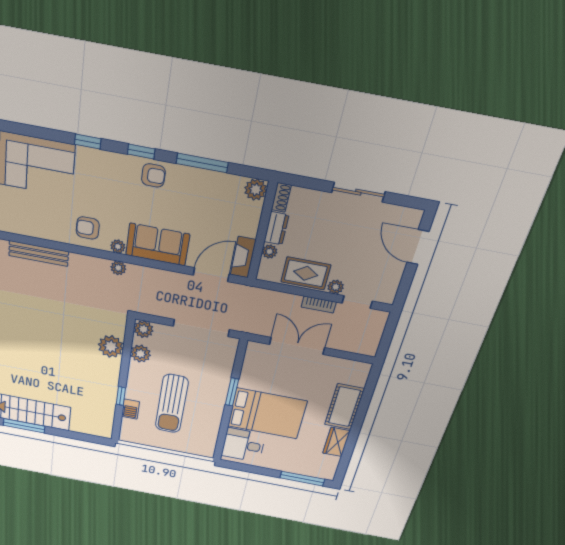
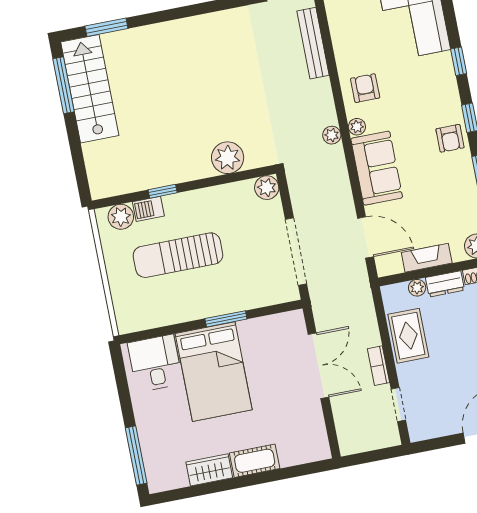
fireplace: (243, 257) -> (427, 258), moved
plant: (336, 287) -> (406, 374), removed
plant: (140, 354) -> (121, 217), moved
cot: (344, 407) -> (255, 461), width x0.73, depth x0.75

